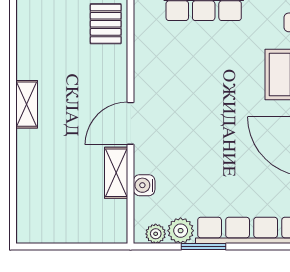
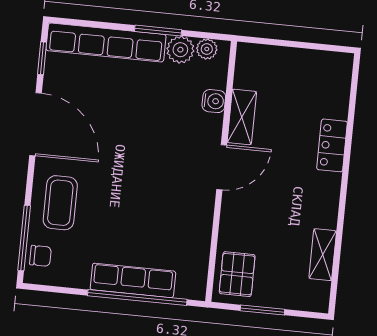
shelving: (27, 104) -> (323, 255), moved
locker: (28, 154) -> (332, 145), added

